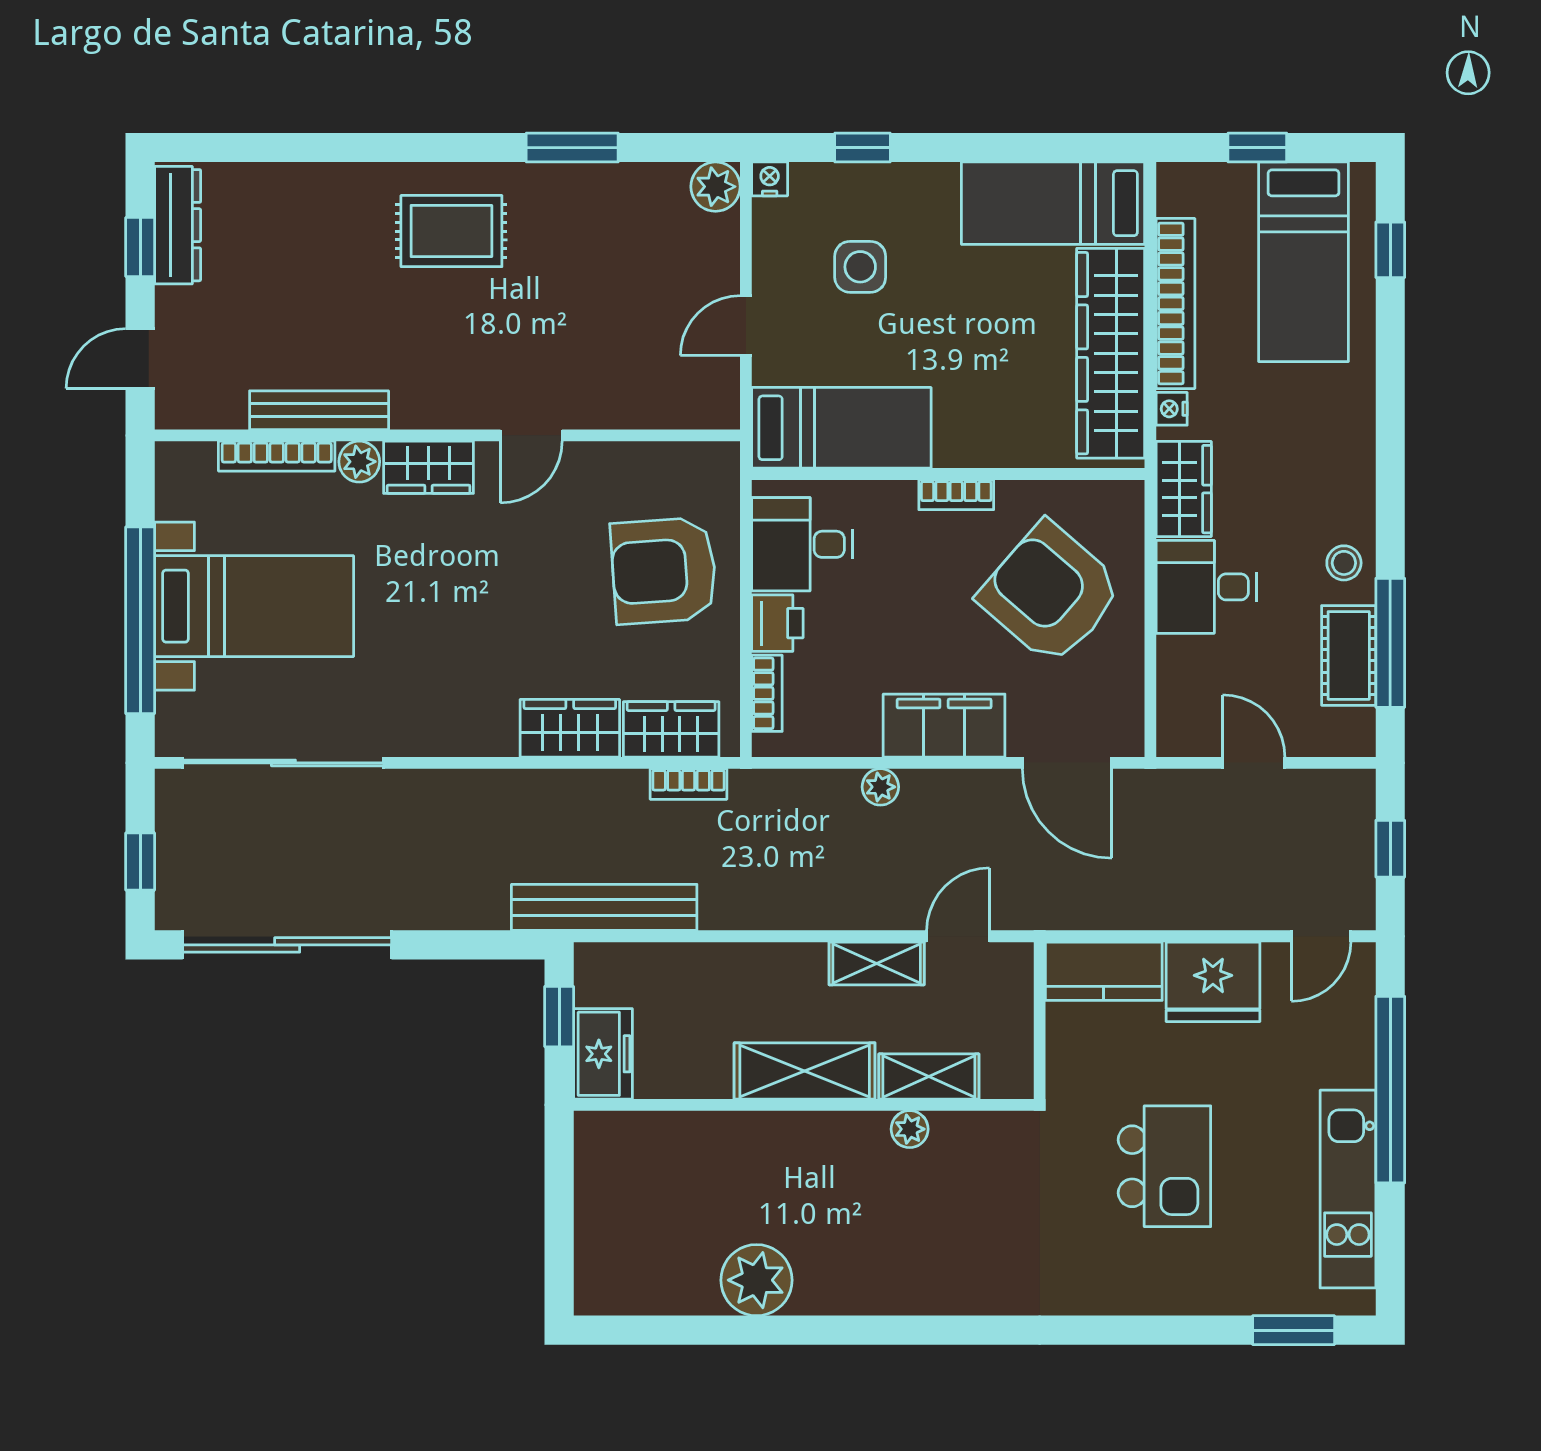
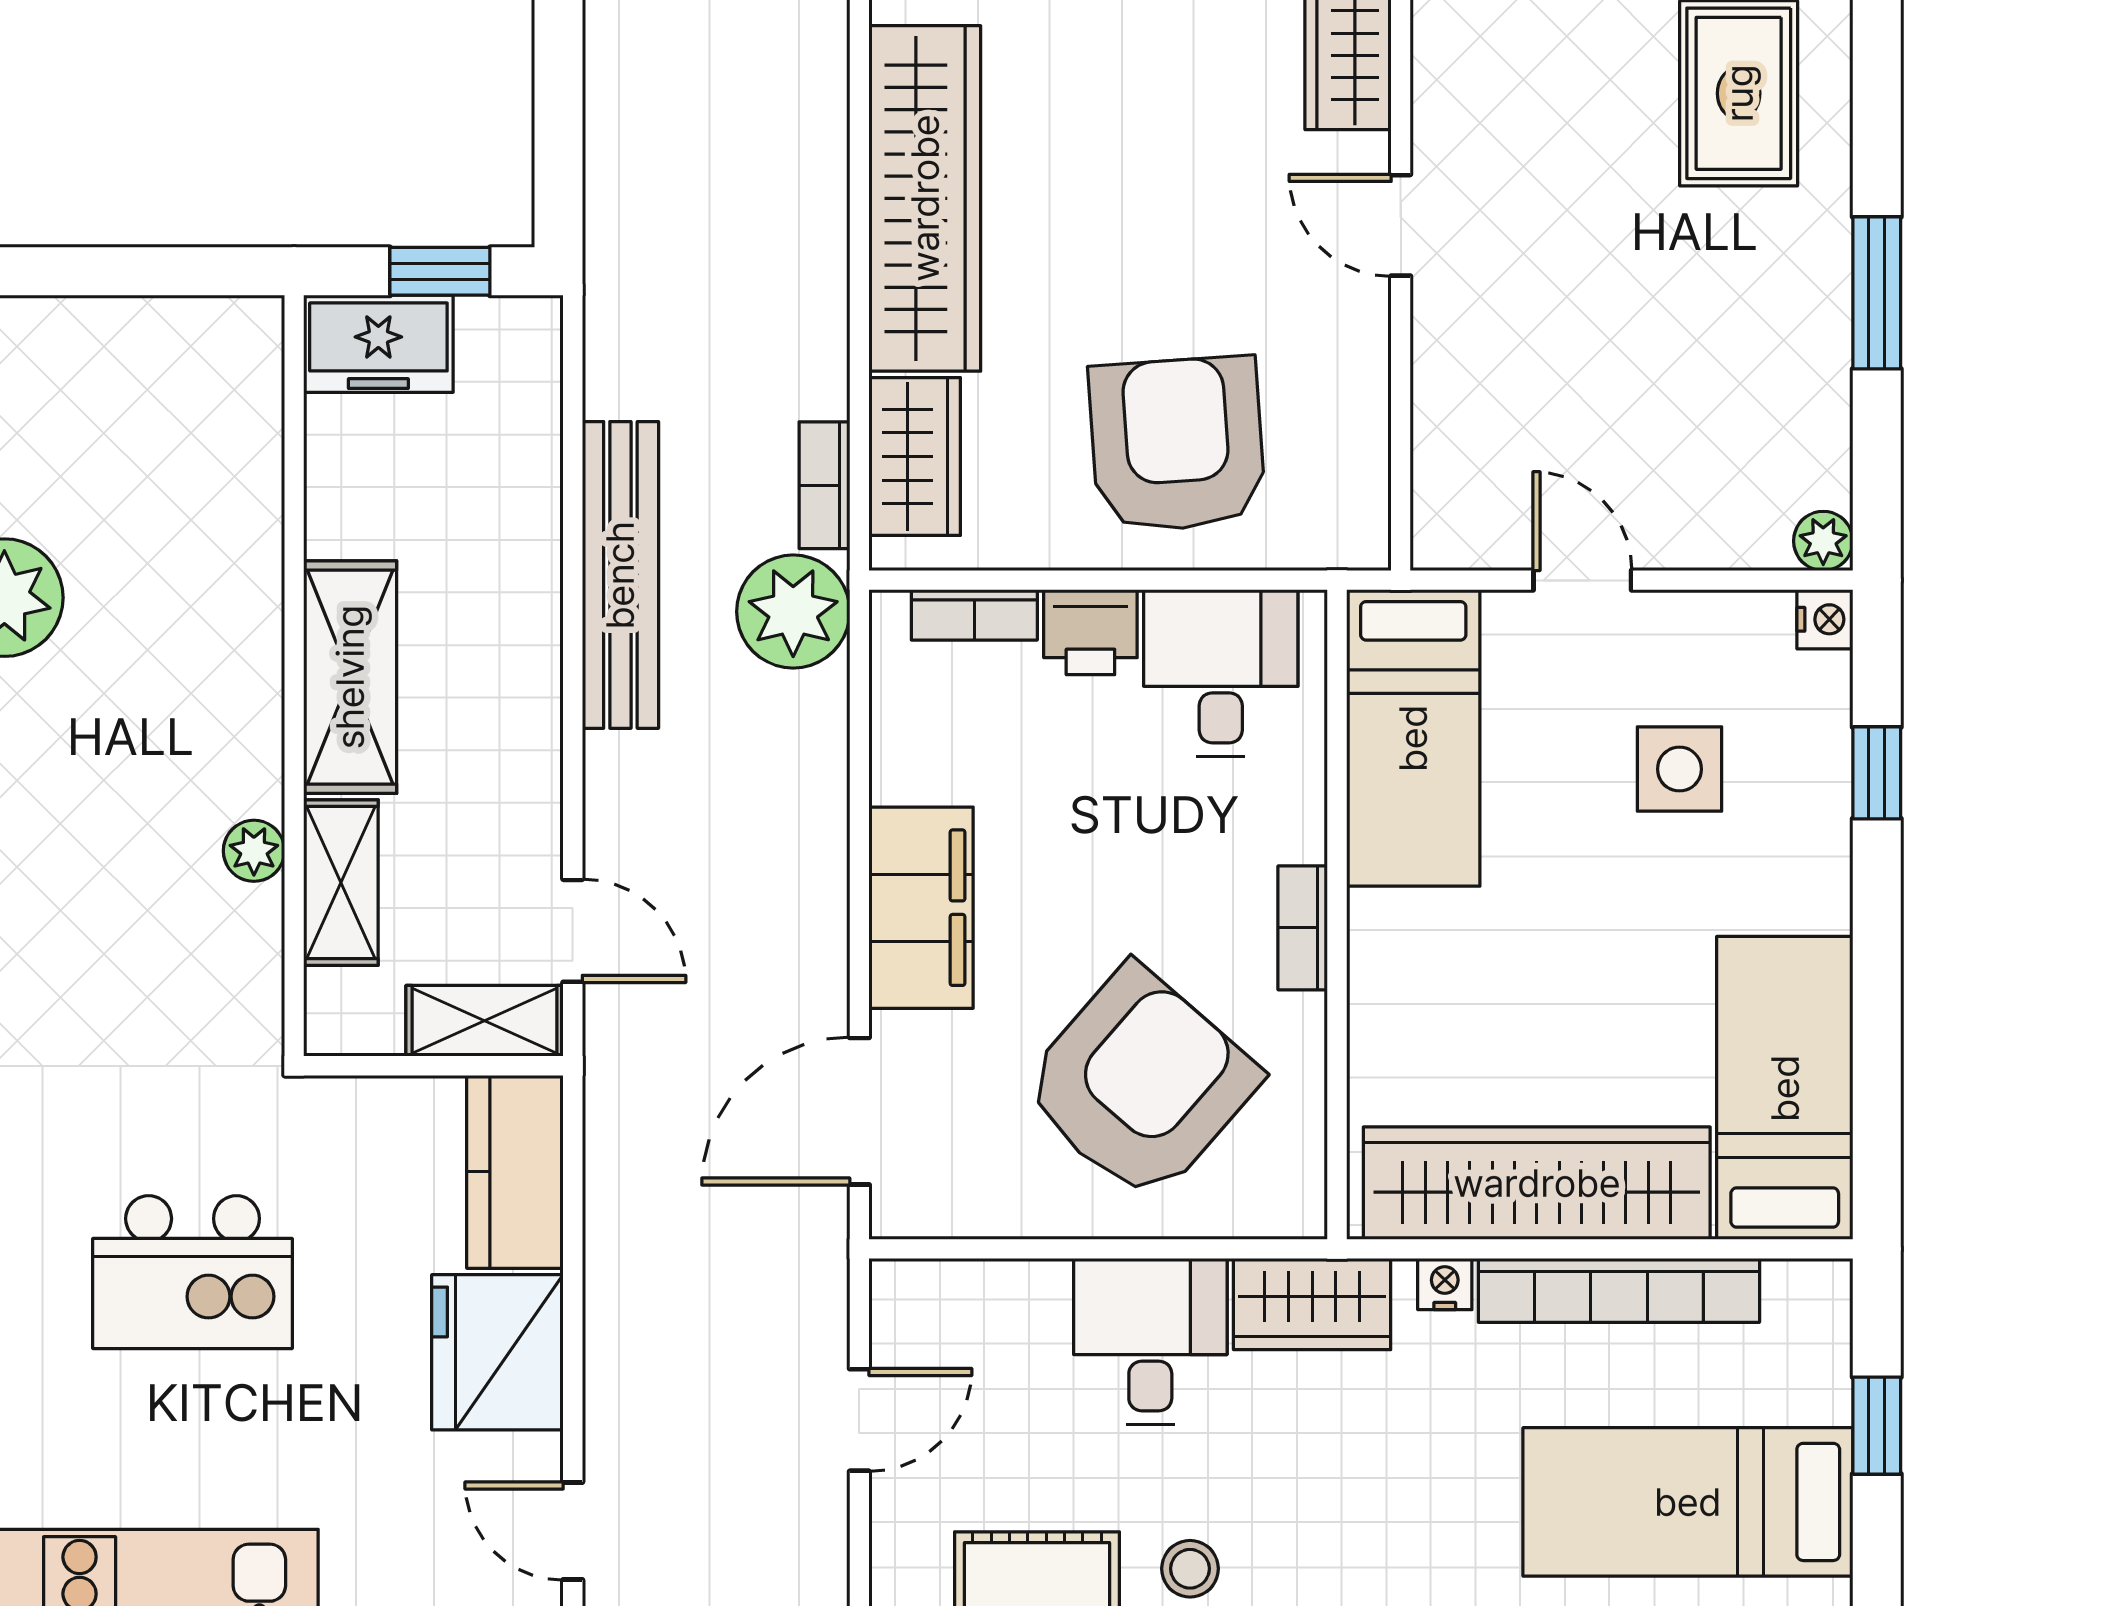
plant: (715, 187) -> (1823, 541), width x0.73, depth x0.73
wardrobe: (570, 728) -> (925, 198), width x2.10, depth x1.17
plant: (880, 787) -> (793, 612), moved, width x1.88, depth x1.88
bench: (604, 907) -> (620, 575), moved
shelving: (877, 963) -> (485, 1021), moved, turned 90

